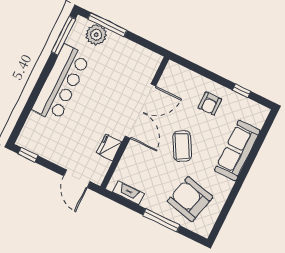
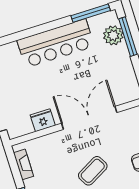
double door: (140, 111) -> (89, 118), swing flipped

